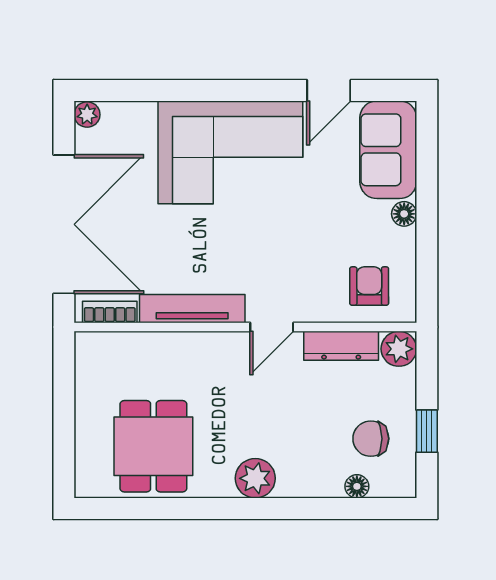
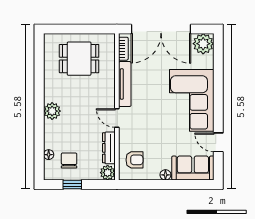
plant: (87, 115) -> (203, 44), width x1.88, depth x1.88
dining table: (153, 446) -> (79, 59), moved

